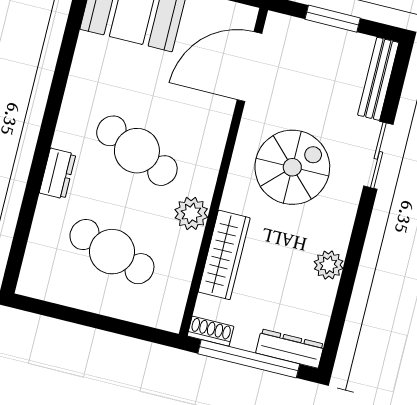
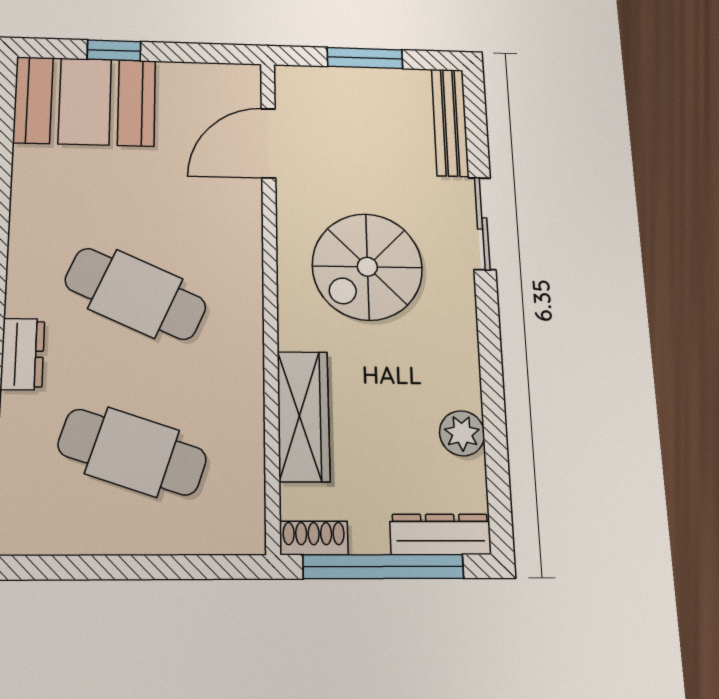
door: (249, 67) -> (268, 143), width x0.73
spiral stairs: (292, 167) -> (367, 267), turned 180
plant: (191, 213) -> (239, 366), removed
plant: (329, 265) -> (462, 433), moved

